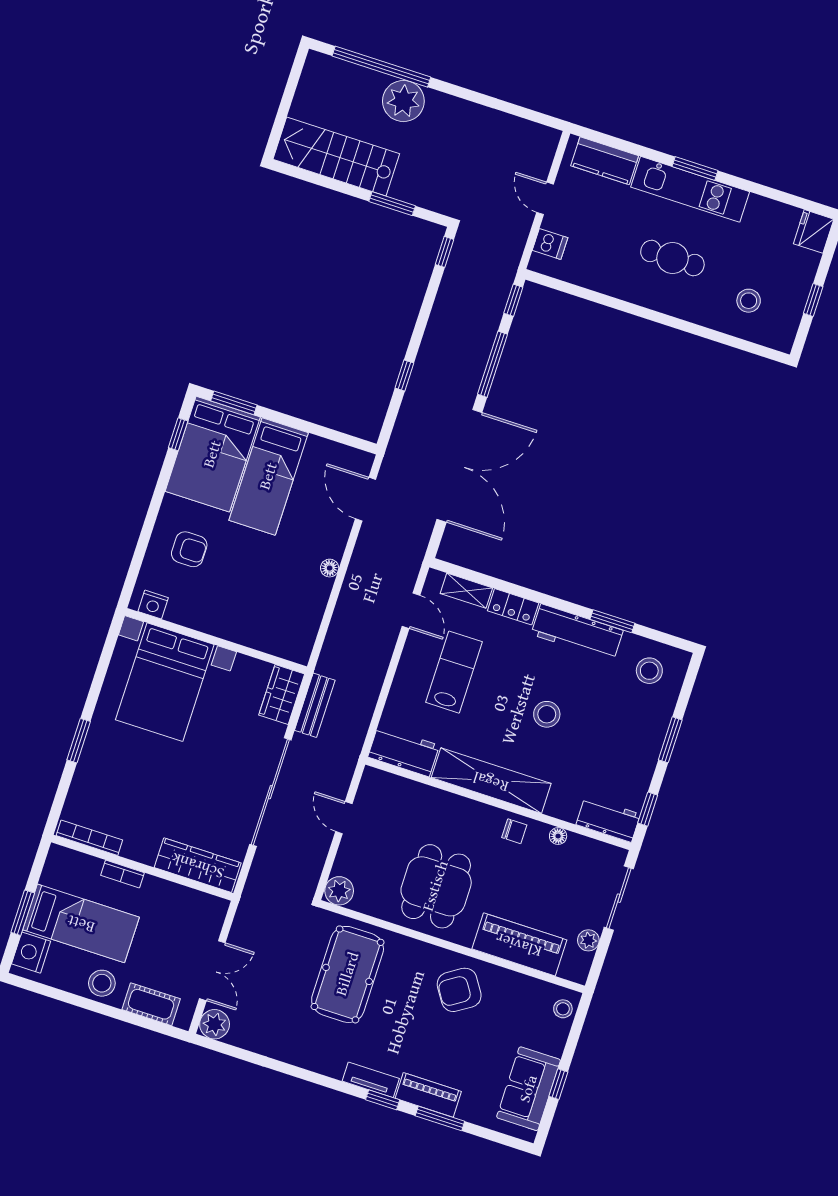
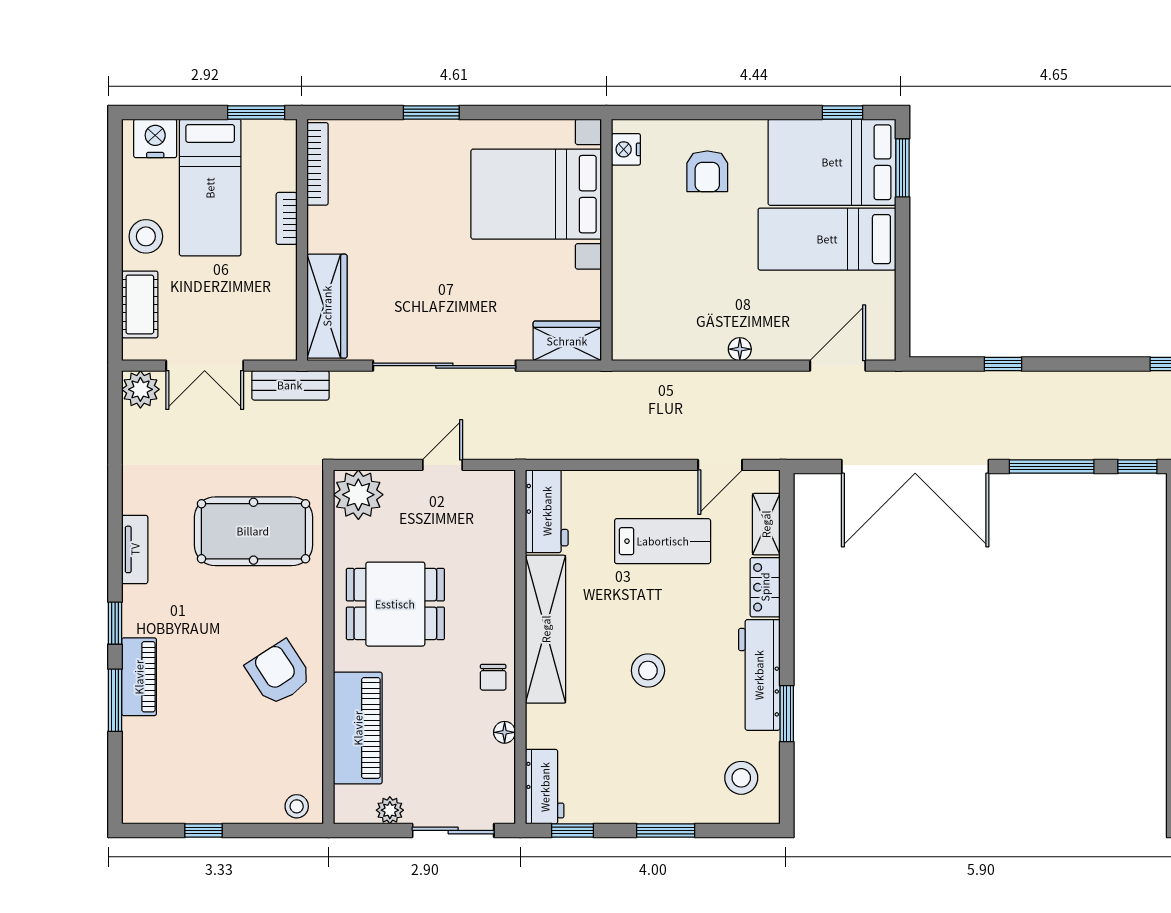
bench: (315, 705) -> (290, 385), moved
plant: (339, 891) -> (358, 495), width x1.36, depth x1.36
window: (23, 913) -> (256, 112), moved
tv unit: (371, 1080) -> (135, 549), moved
sofa: (529, 1089) -> (186, 796), removed

